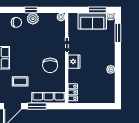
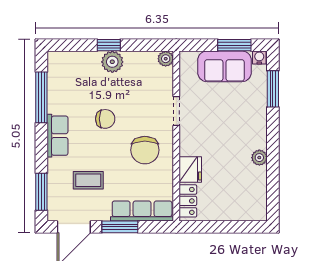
chair: (16, 22) -> (105, 119), moved
fridge: (74, 62) -> (190, 169), moved

